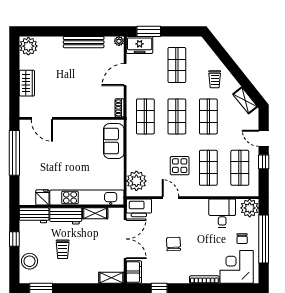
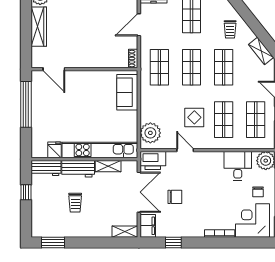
wardrobe: (27, 83) -> (39, 27), width x1.50
chair: (174, 244) -> (175, 197), moved, turned 92
stool: (30, 261) -> (41, 215), removed

